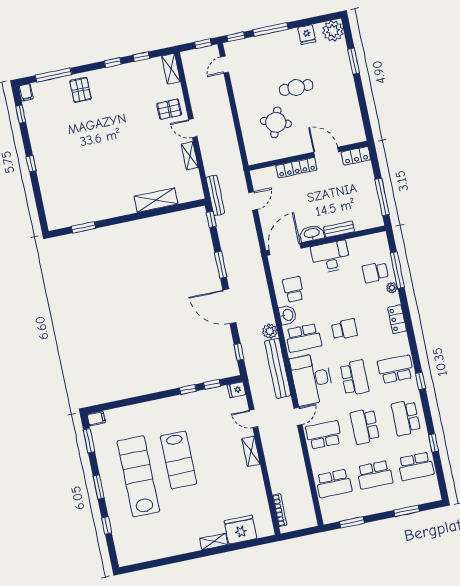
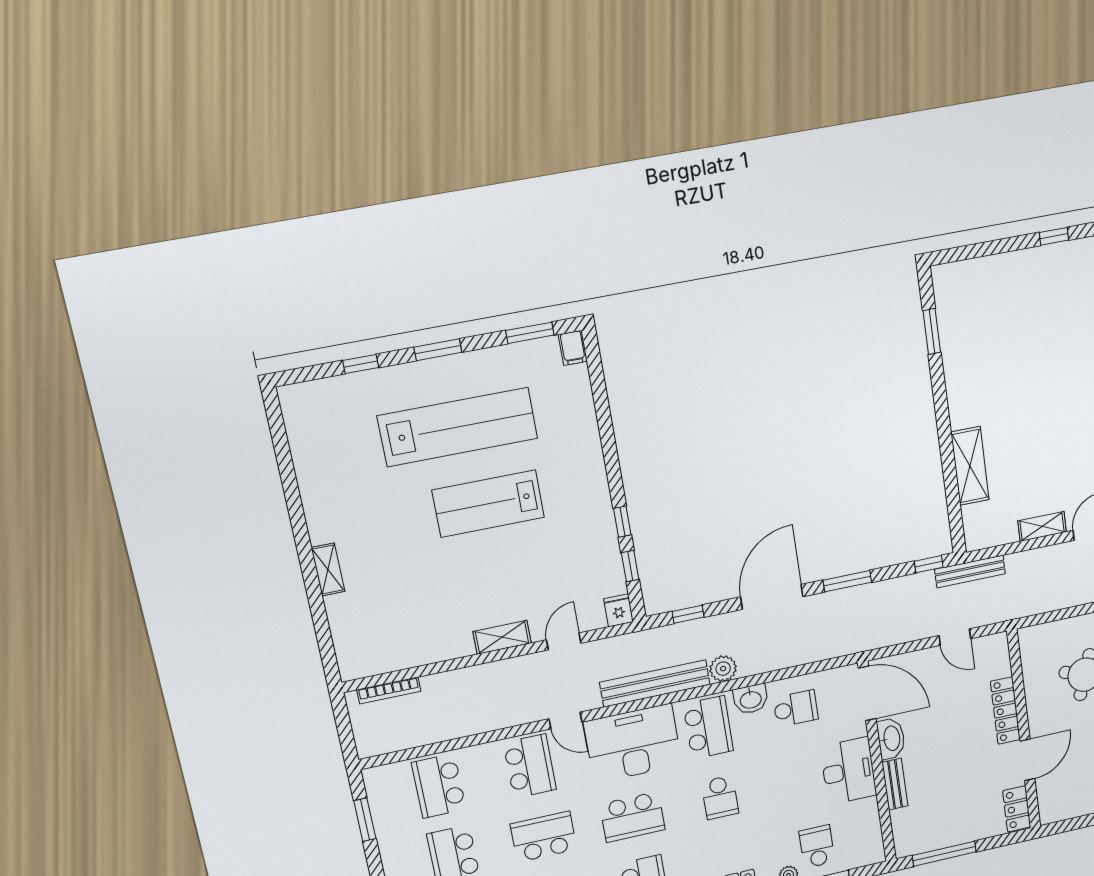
school desk: (303, 338) -> (708, 727), turned 180
fridge: (241, 530) -> (351, 619), removed

